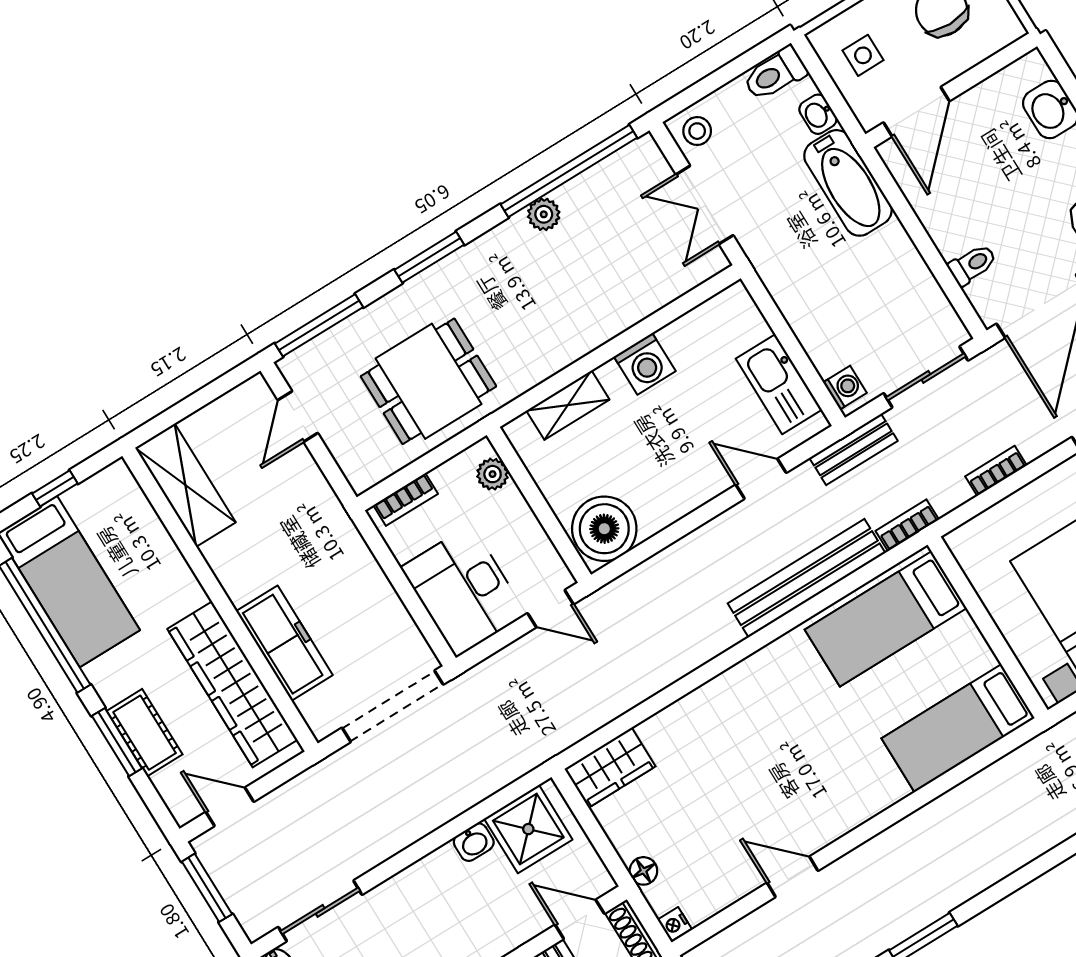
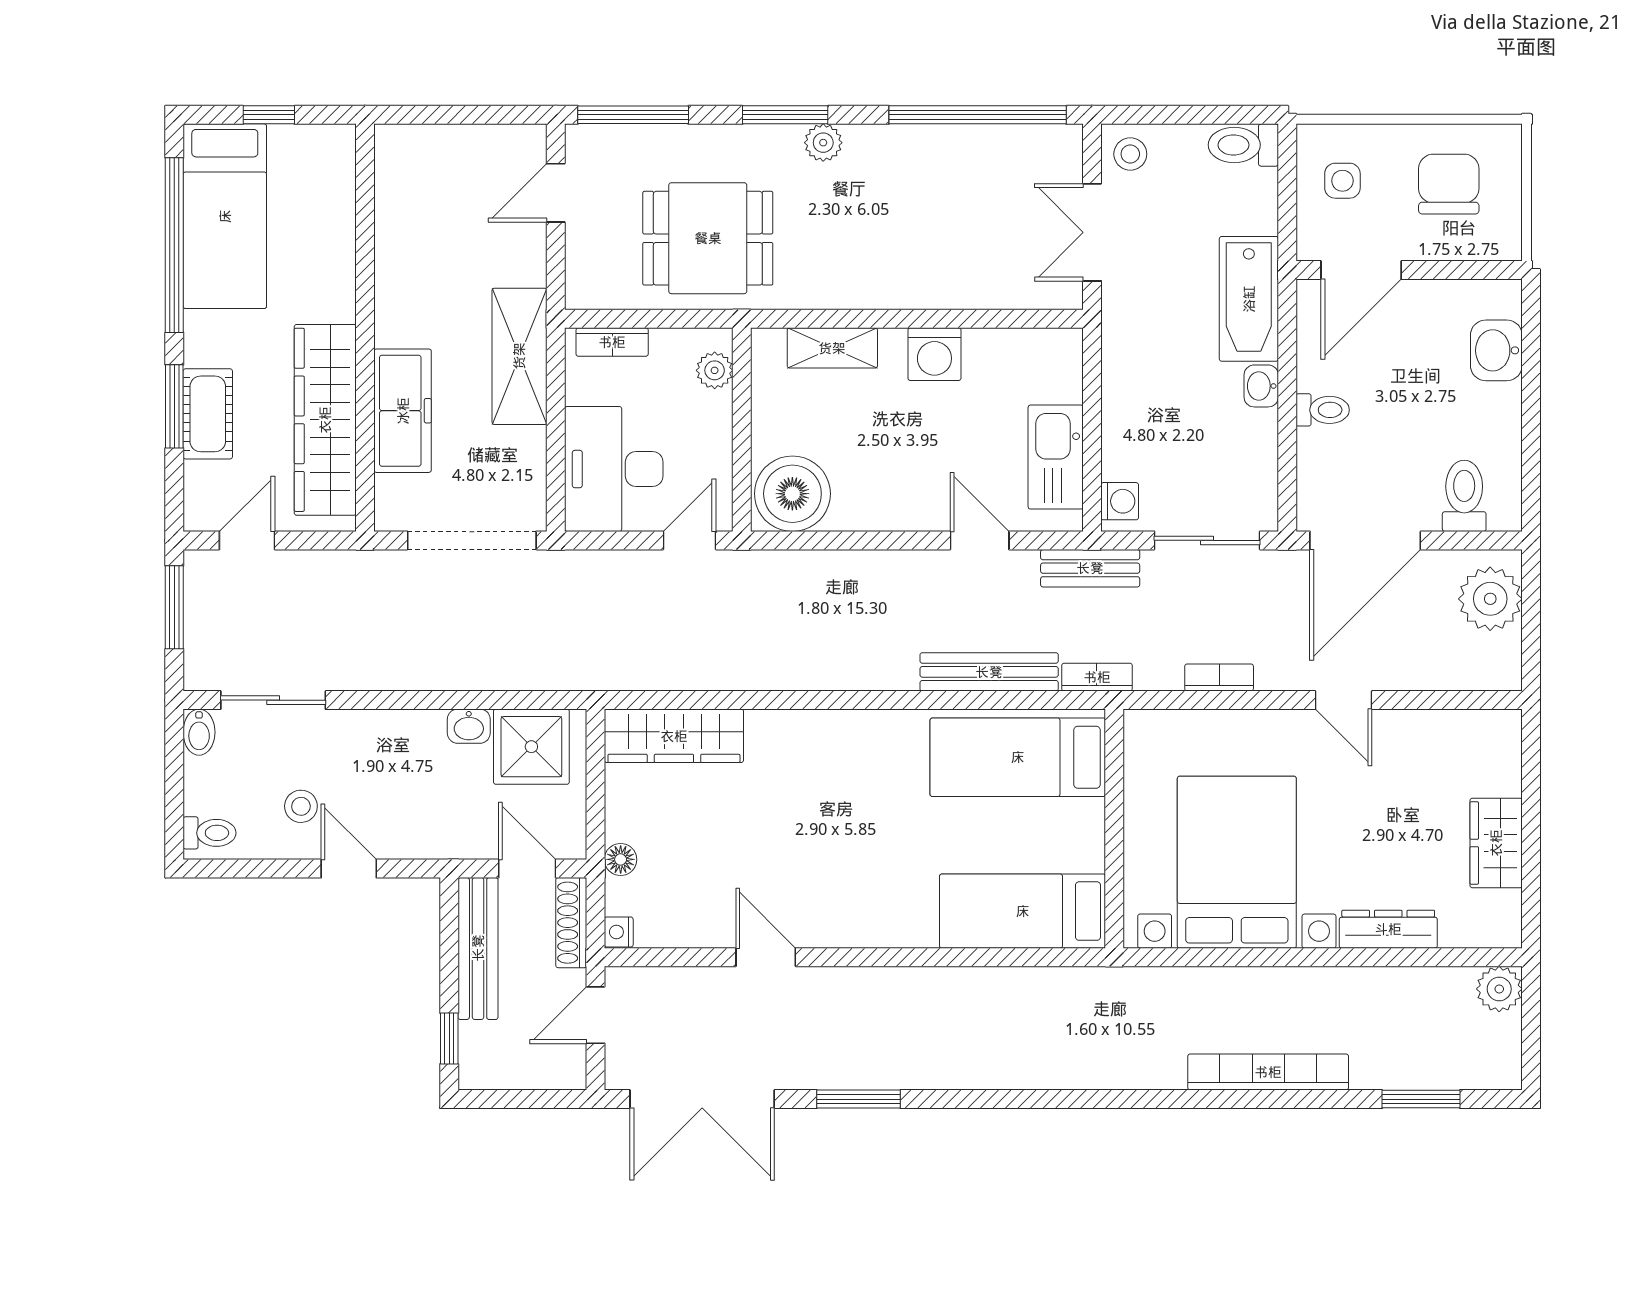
washbasin: (818, 114) -> (1261, 386), moved
plant: (544, 214) -> (823, 143), moved
toilet: (972, 265) -> (1323, 410), moved
shelving: (185, 485) -> (519, 356), moved
bench: (806, 578) -> (989, 672), width x0.73, depth x0.82
door: (551, 609) -> (689, 540), swing flipped
wardrobe: (610, 768) -> (674, 736), width x1.50
door: (230, 807) -> (247, 540), hinge flipped

